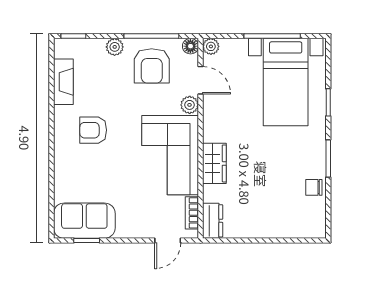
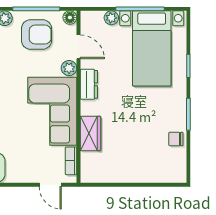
plant: (211, 46) -> (111, 18), moved
armchair: (152, 66) -> (37, 34), turned -90
wardrobe: (214, 163) -> (90, 133), moved
dresser: (213, 221) -> (89, 84), moved
door: (168, 241) -> (50, 185), hinge flipped

